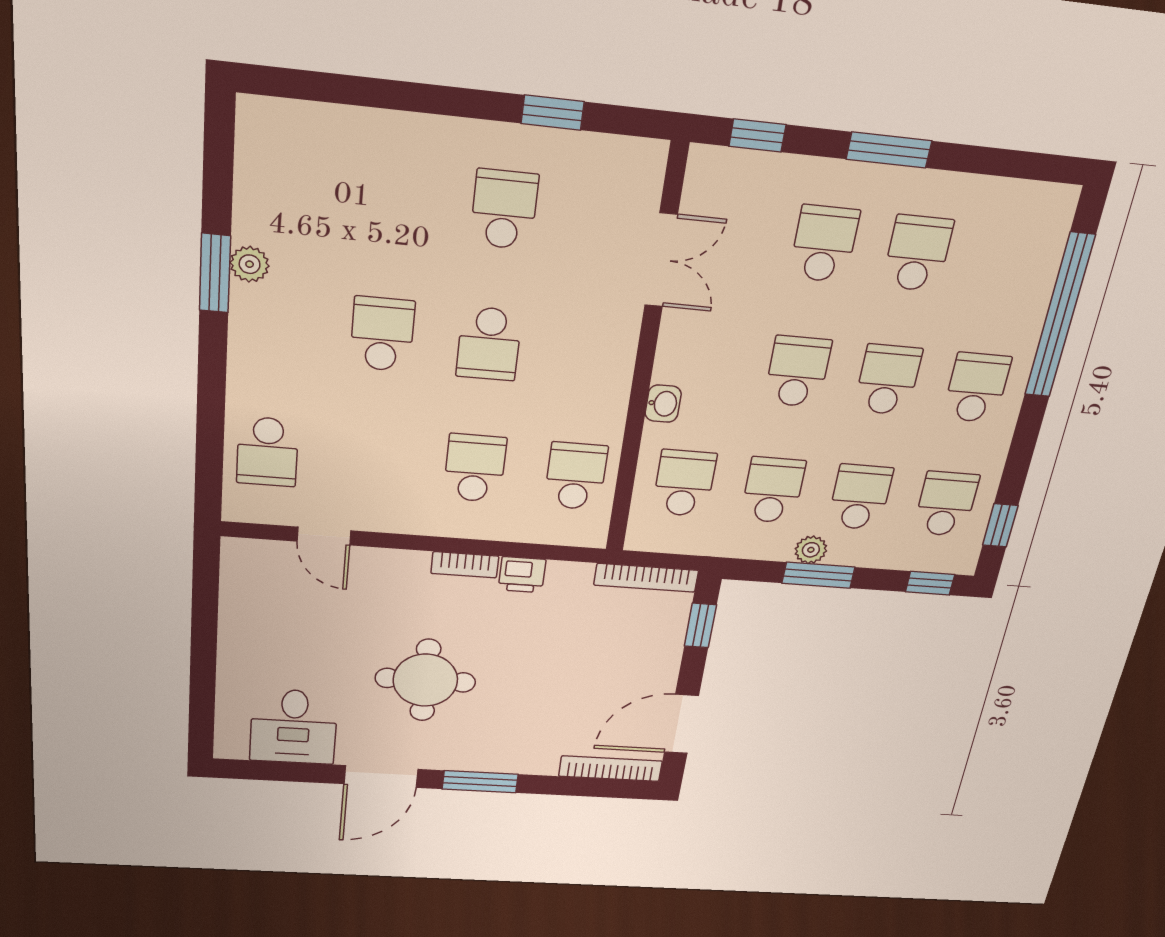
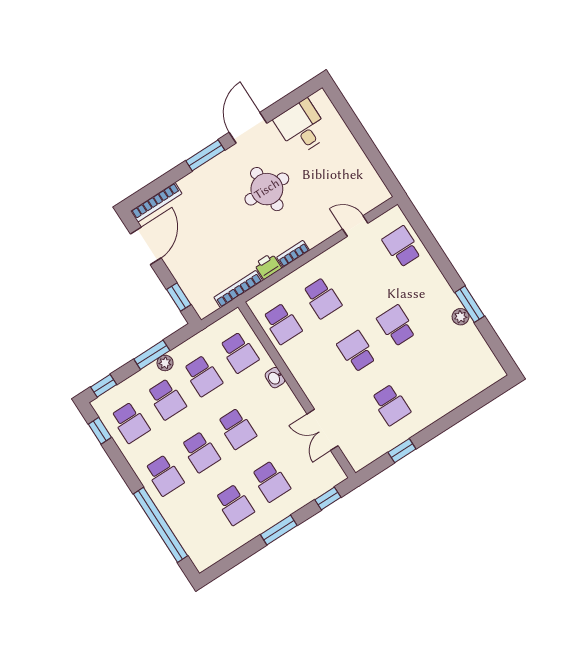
school desk: (382, 334) -> (396, 326), turned 180
bookcase: (646, 578) -> (238, 289), moved

